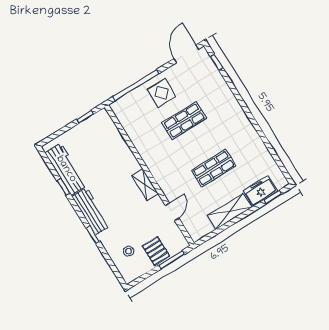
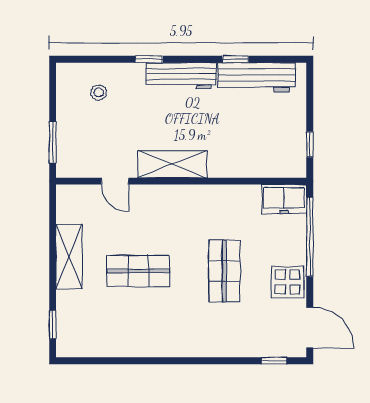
display table: (162, 93) -> (288, 282), moved
shop shelf: (214, 168) -> (138, 271), turned 90
shelving: (145, 185) -> (172, 164), width x1.50, depth x1.33
freezer: (260, 191) -> (284, 199), moved, turned 90
pallet: (156, 251) -> (77, 128), removed

